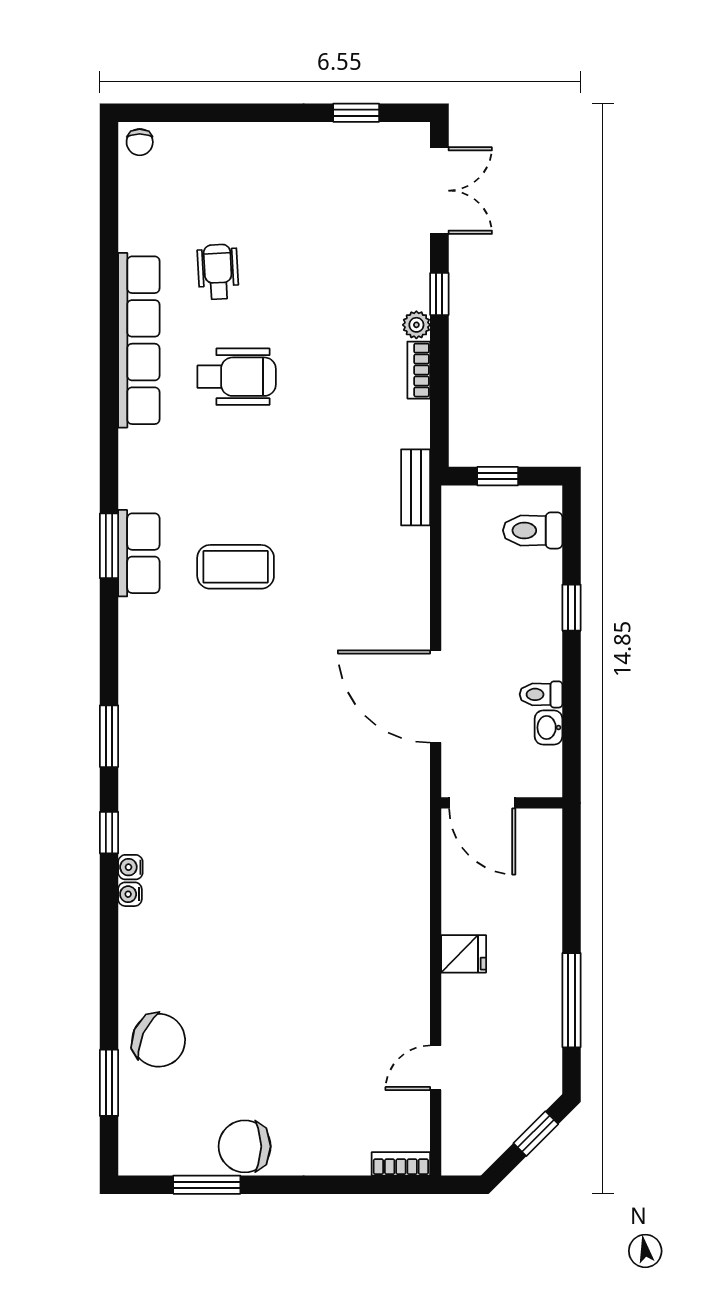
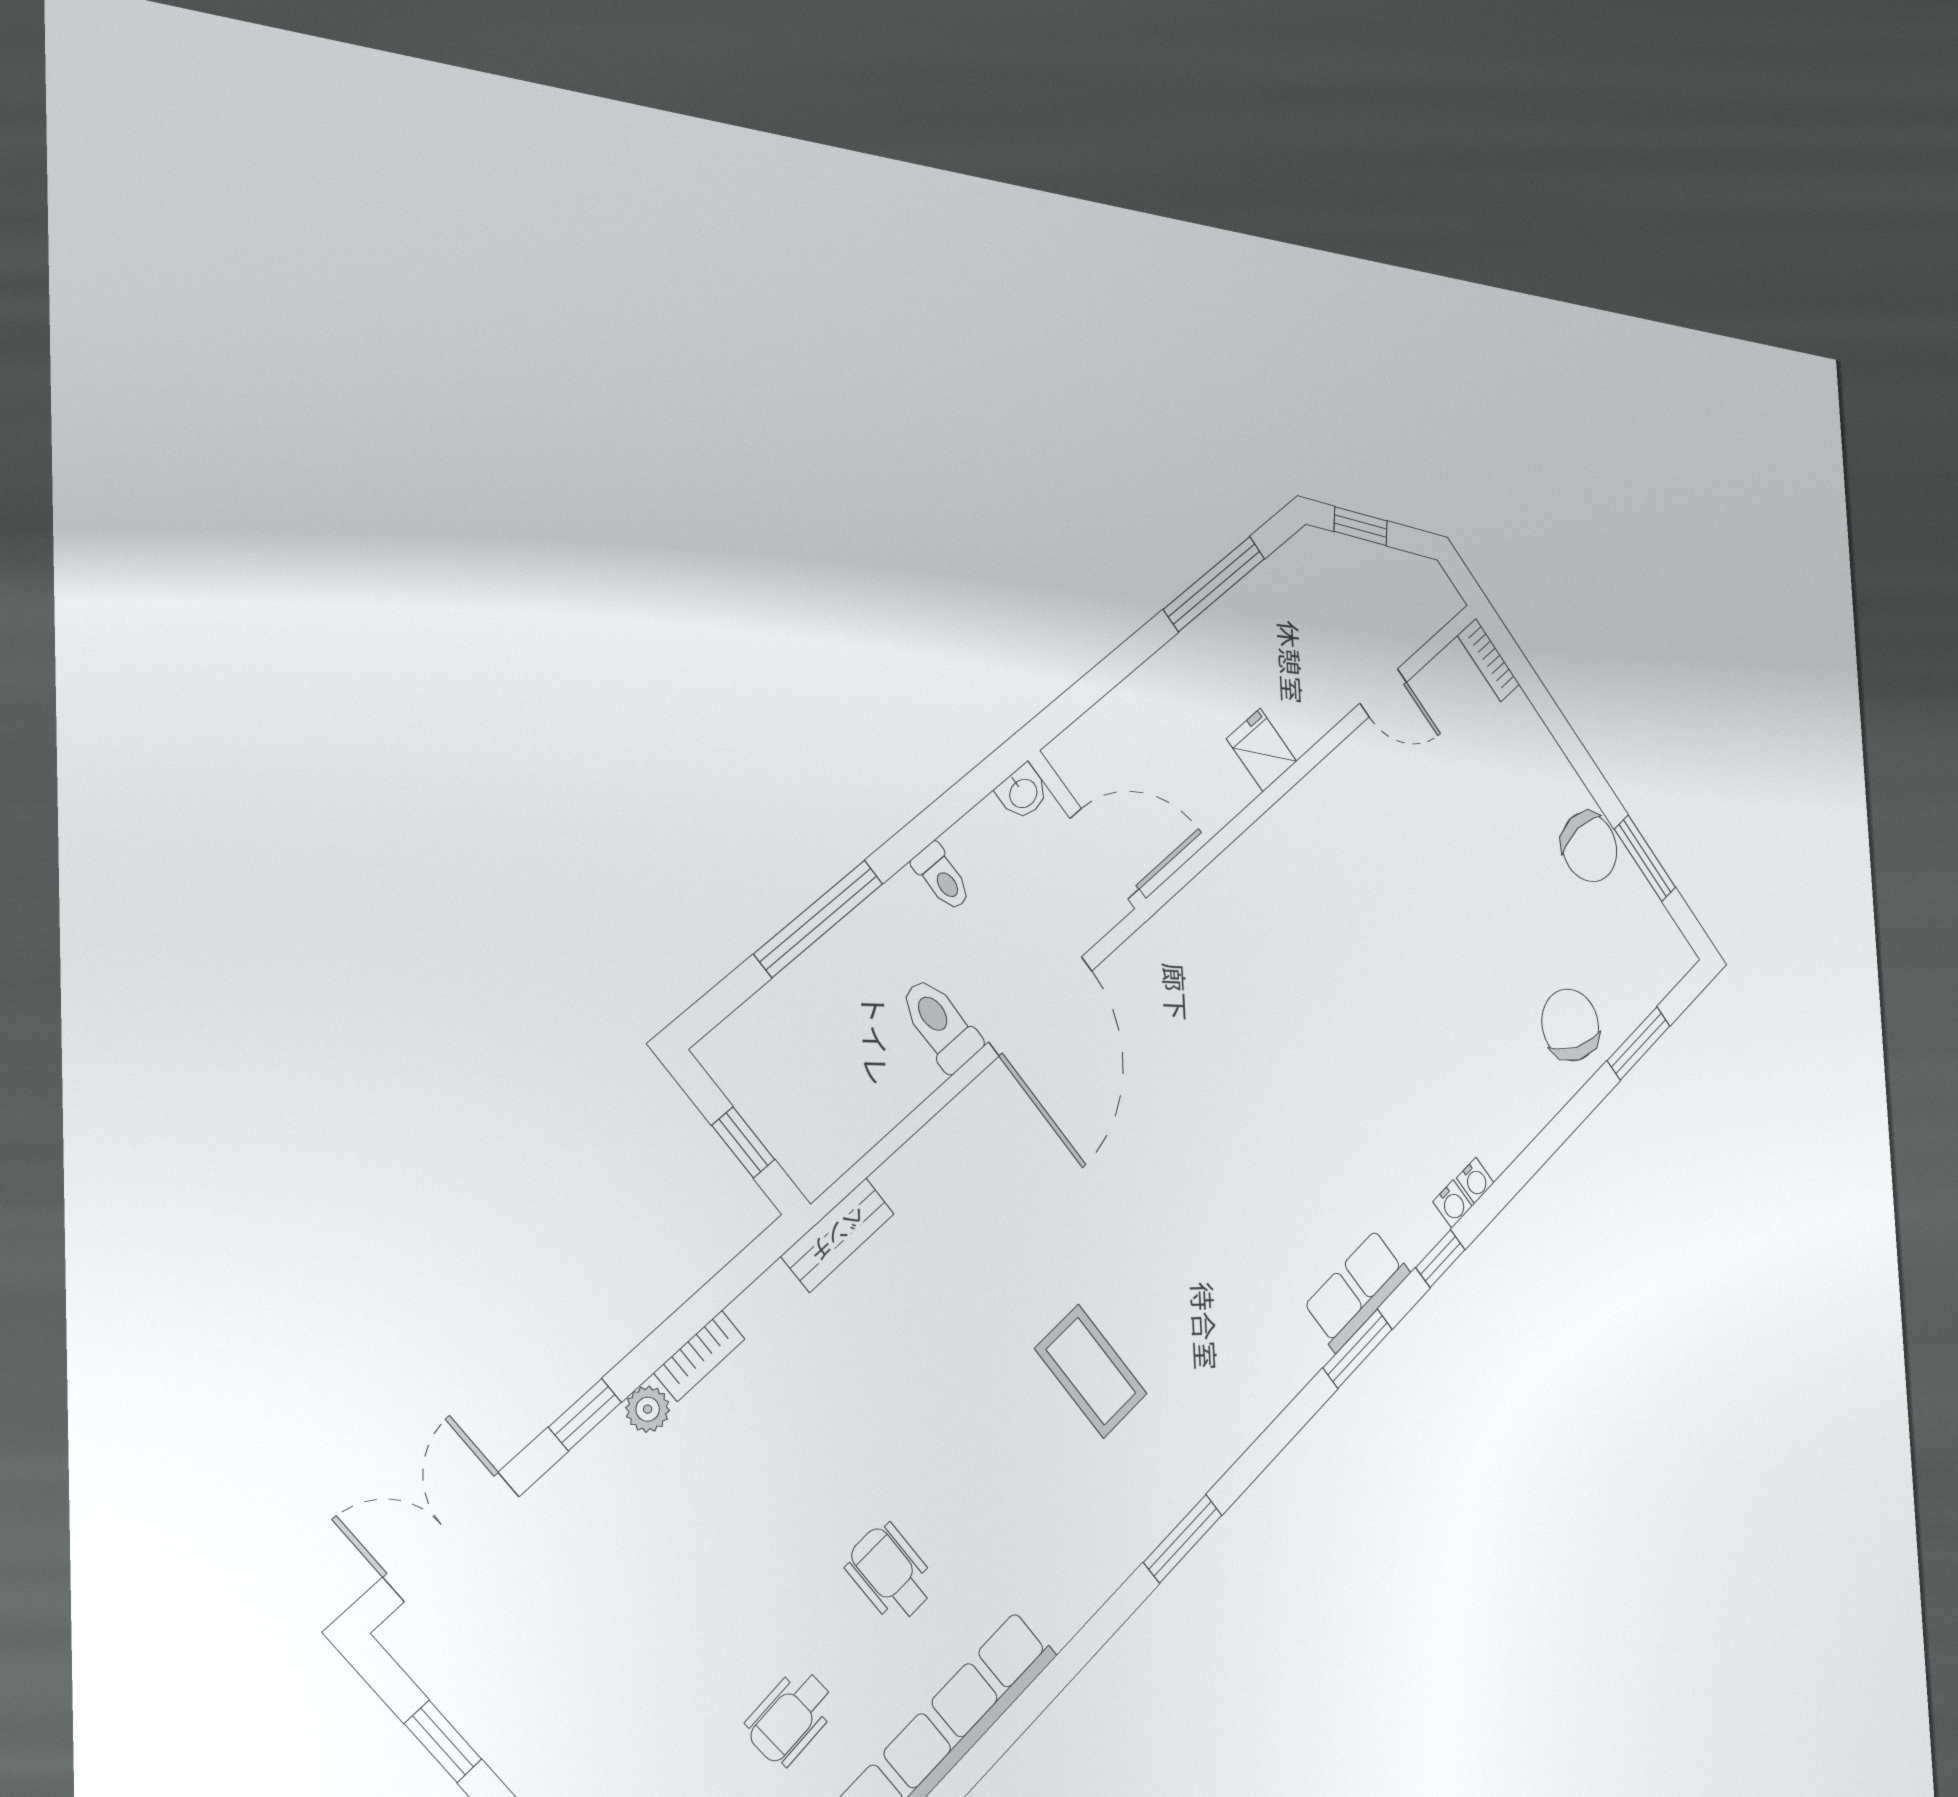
wheelchair: (237, 377) -> (891, 1573), width x0.73, depth x0.73
toilet: (533, 530) -> (940, 1024), moved, turned 180
row of seats: (139, 553) -> (1357, 1290), moved
window: (572, 608) -> (819, 918), width x2.17
washbasin: (549, 728) -> (1023, 792), moved
door: (482, 803) -> (1105, 854), hinge flipped

